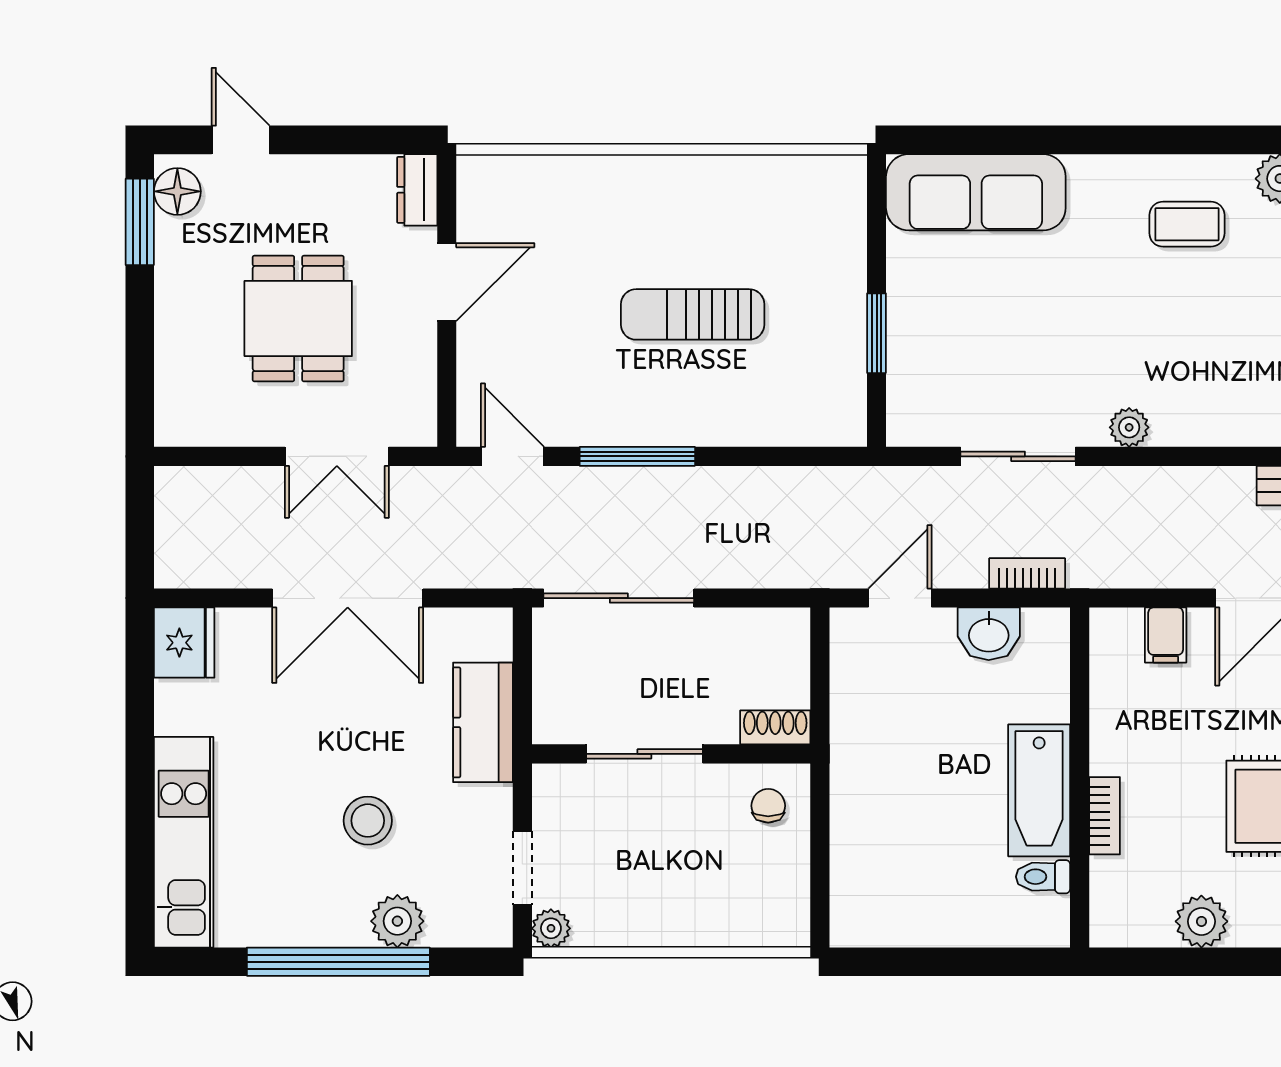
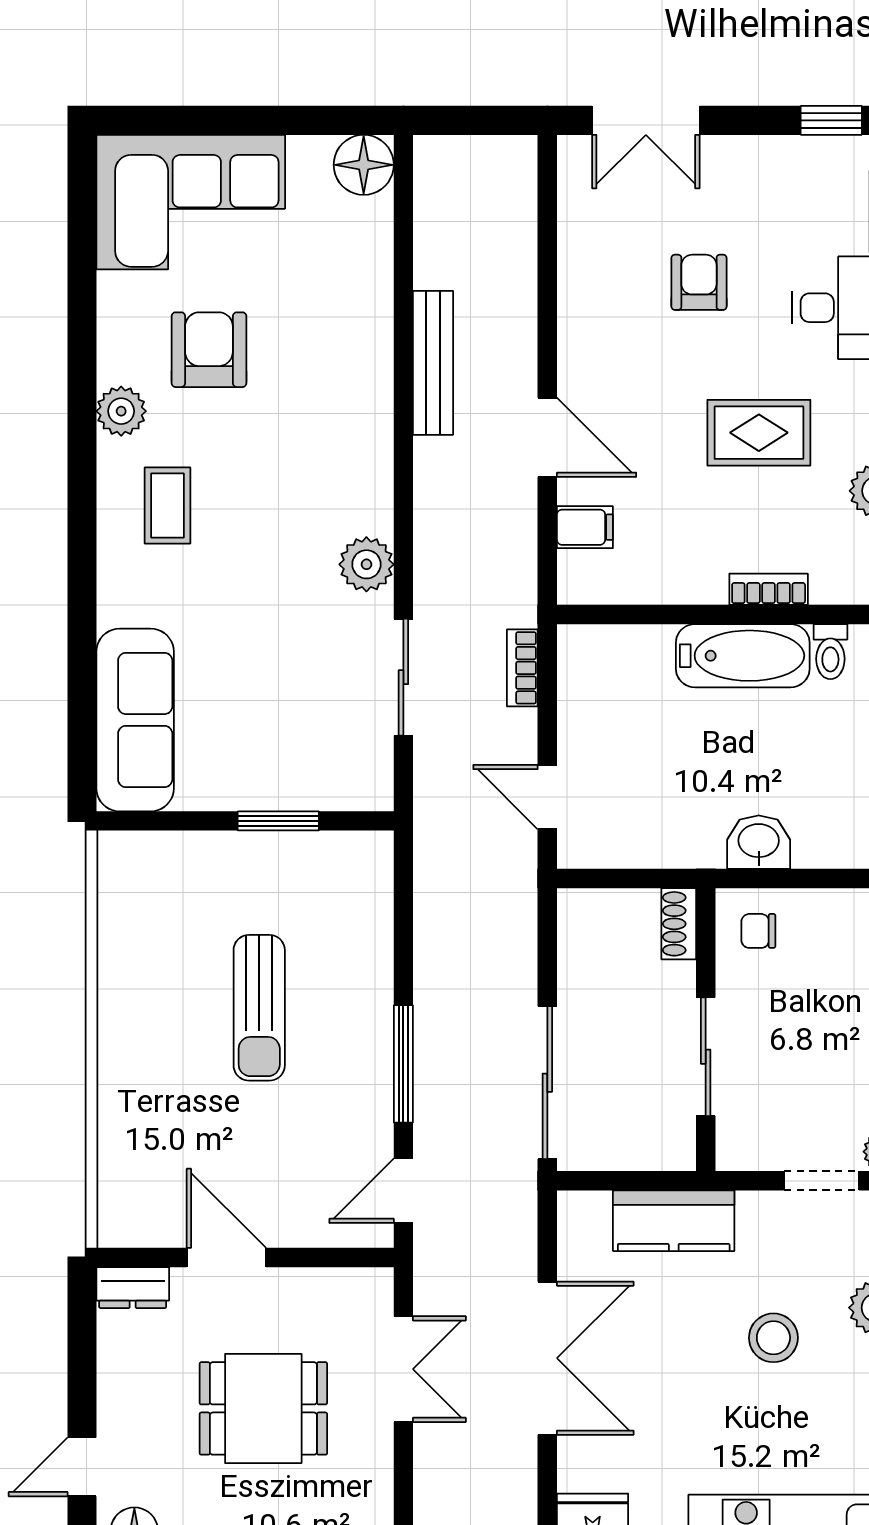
plant: (1129, 427) -> (366, 564), width x1.38, depth x1.38
washbasin: (989, 634) -> (759, 842), moved, turned -90

